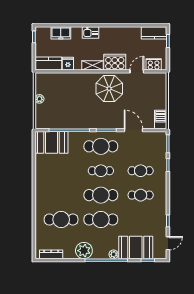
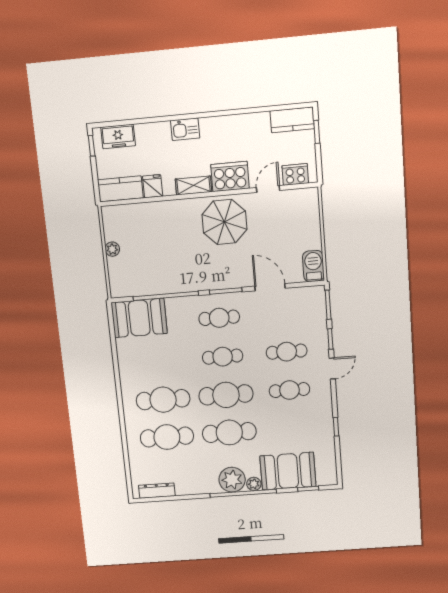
freezer: (61, 33) -> (118, 136), moved
cafe table: (101, 146) -> (219, 318), width x0.73, depth x0.74
cafe table: (61, 195) -> (163, 400), added
door: (168, 243) -> (332, 368), moved
plant: (84, 251) -> (232, 480), moved

